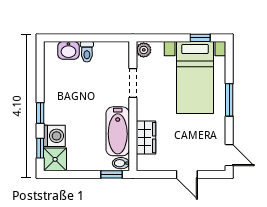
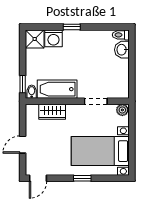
window: (200, 38) -> (132, 155), removed
toilet: (87, 52) -> (121, 35), moved
window: (229, 100) -> (82, 178), width x0.67
window: (40, 148) -> (44, 27), removed

